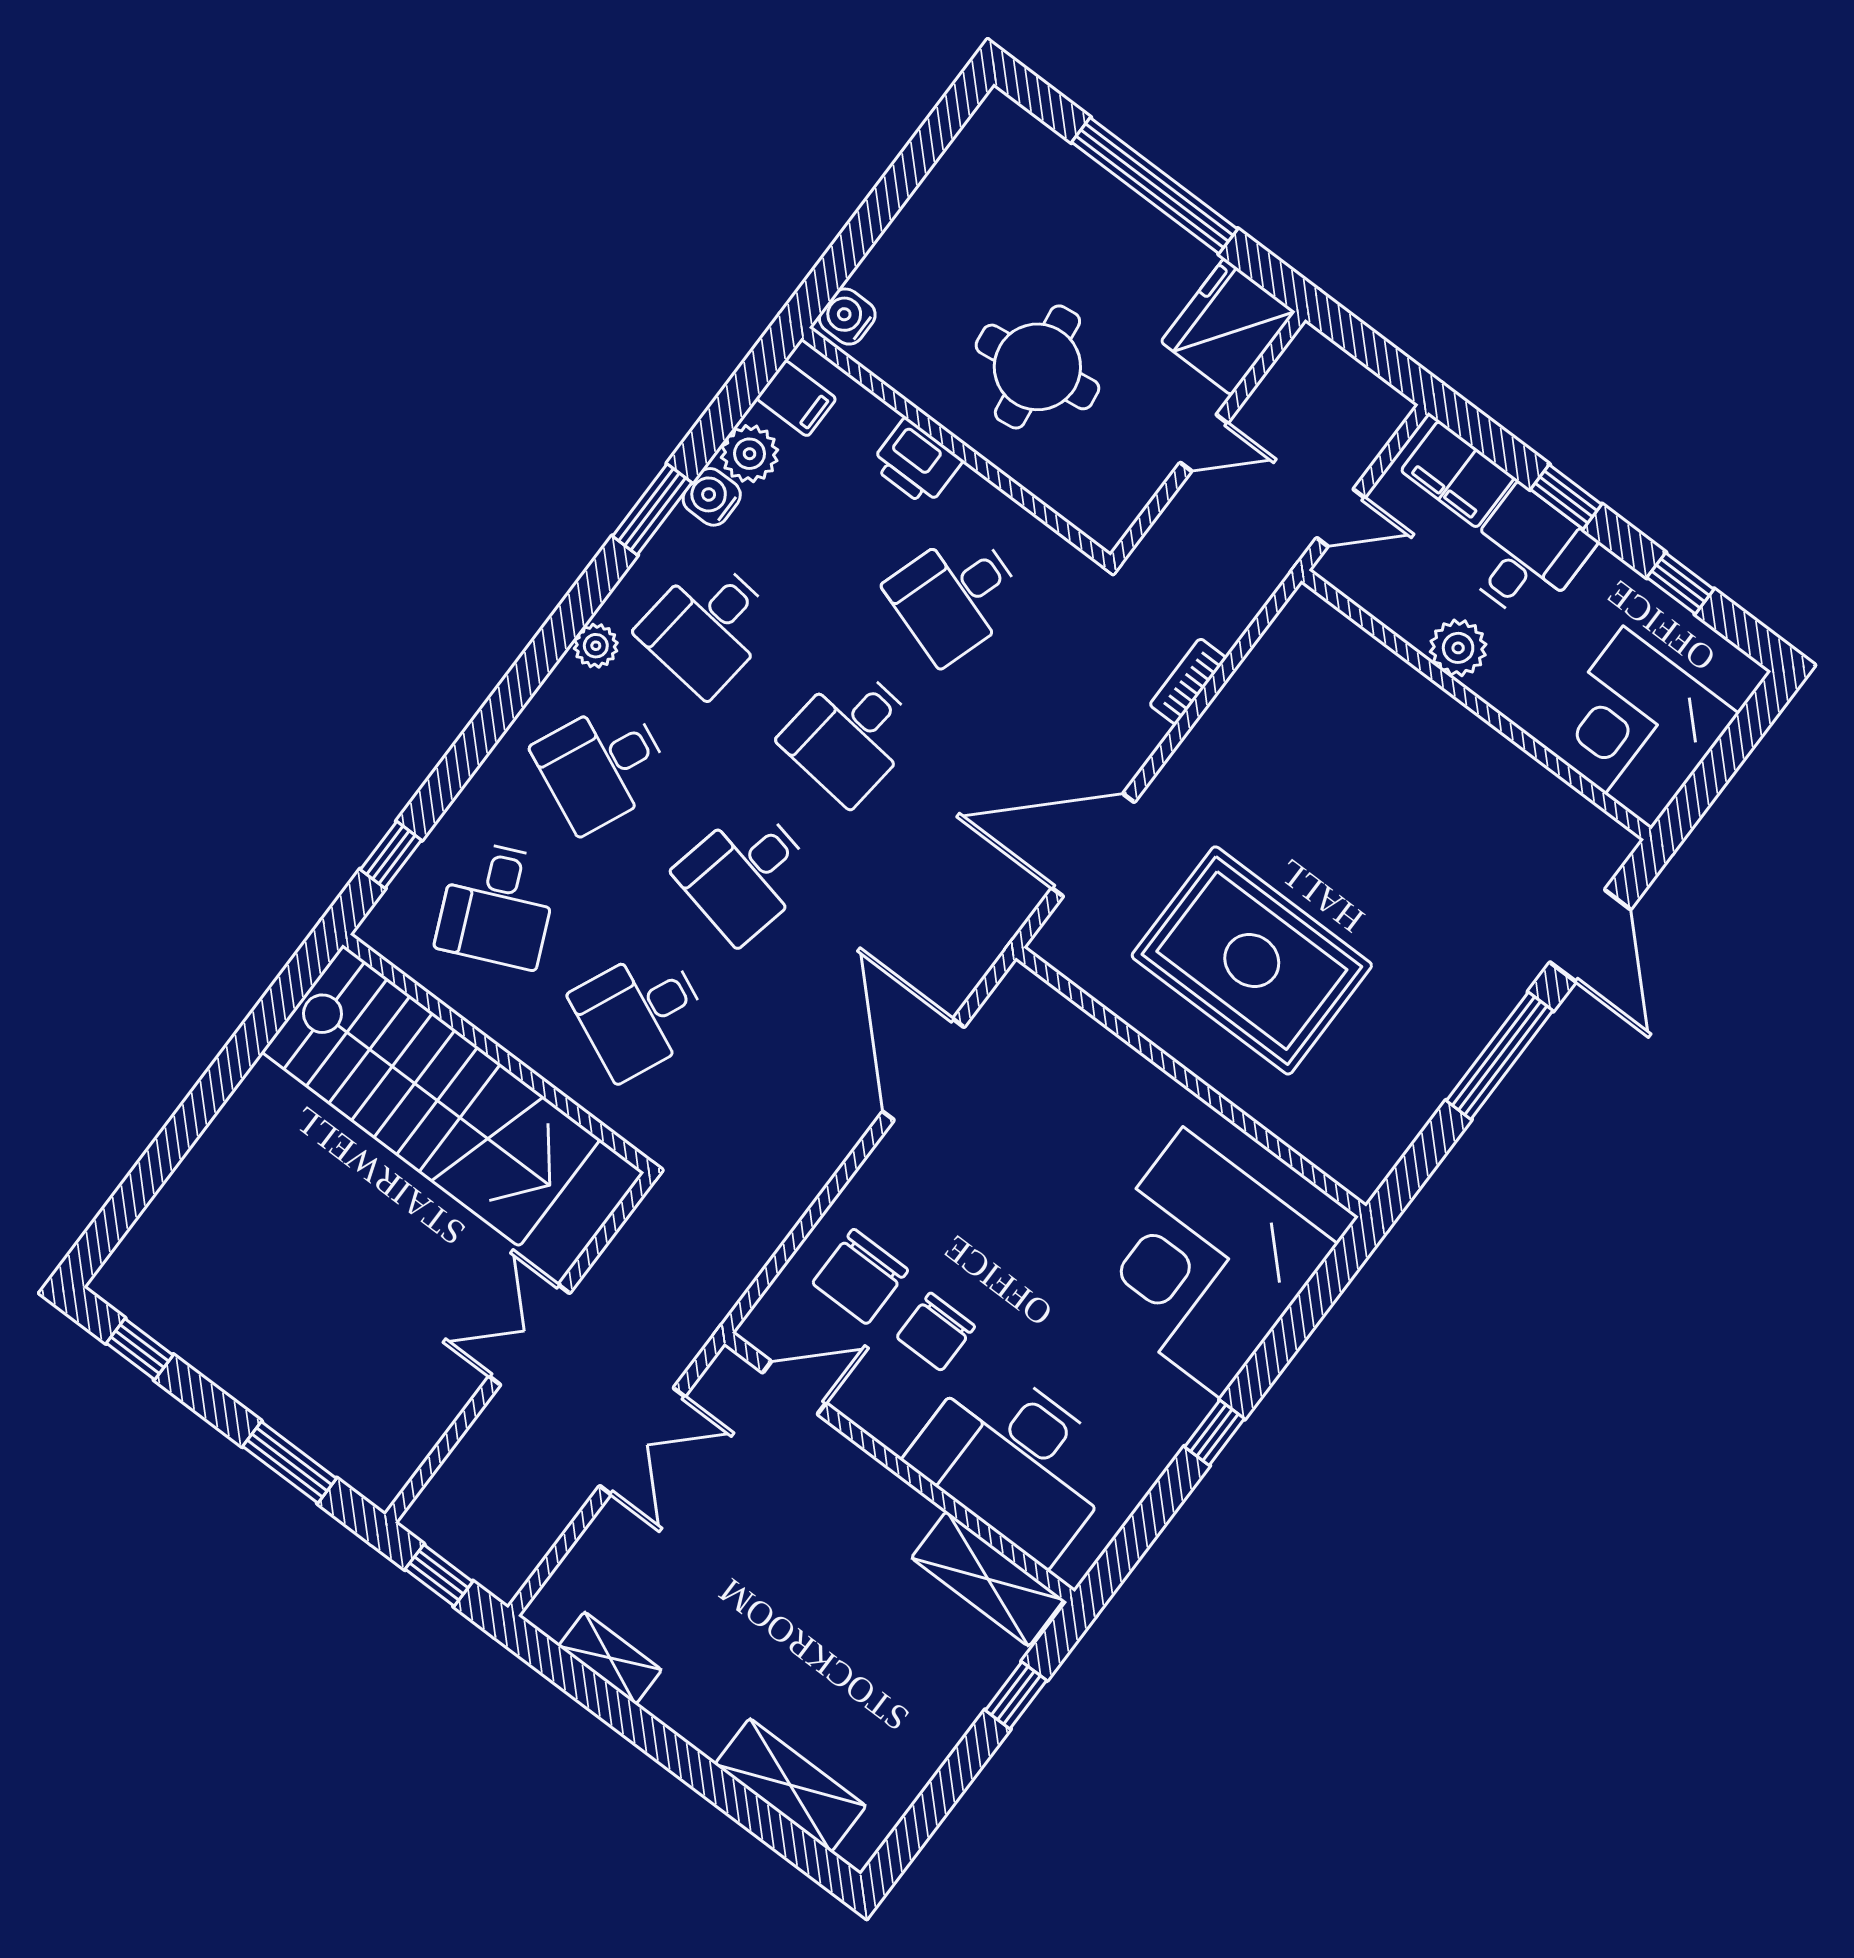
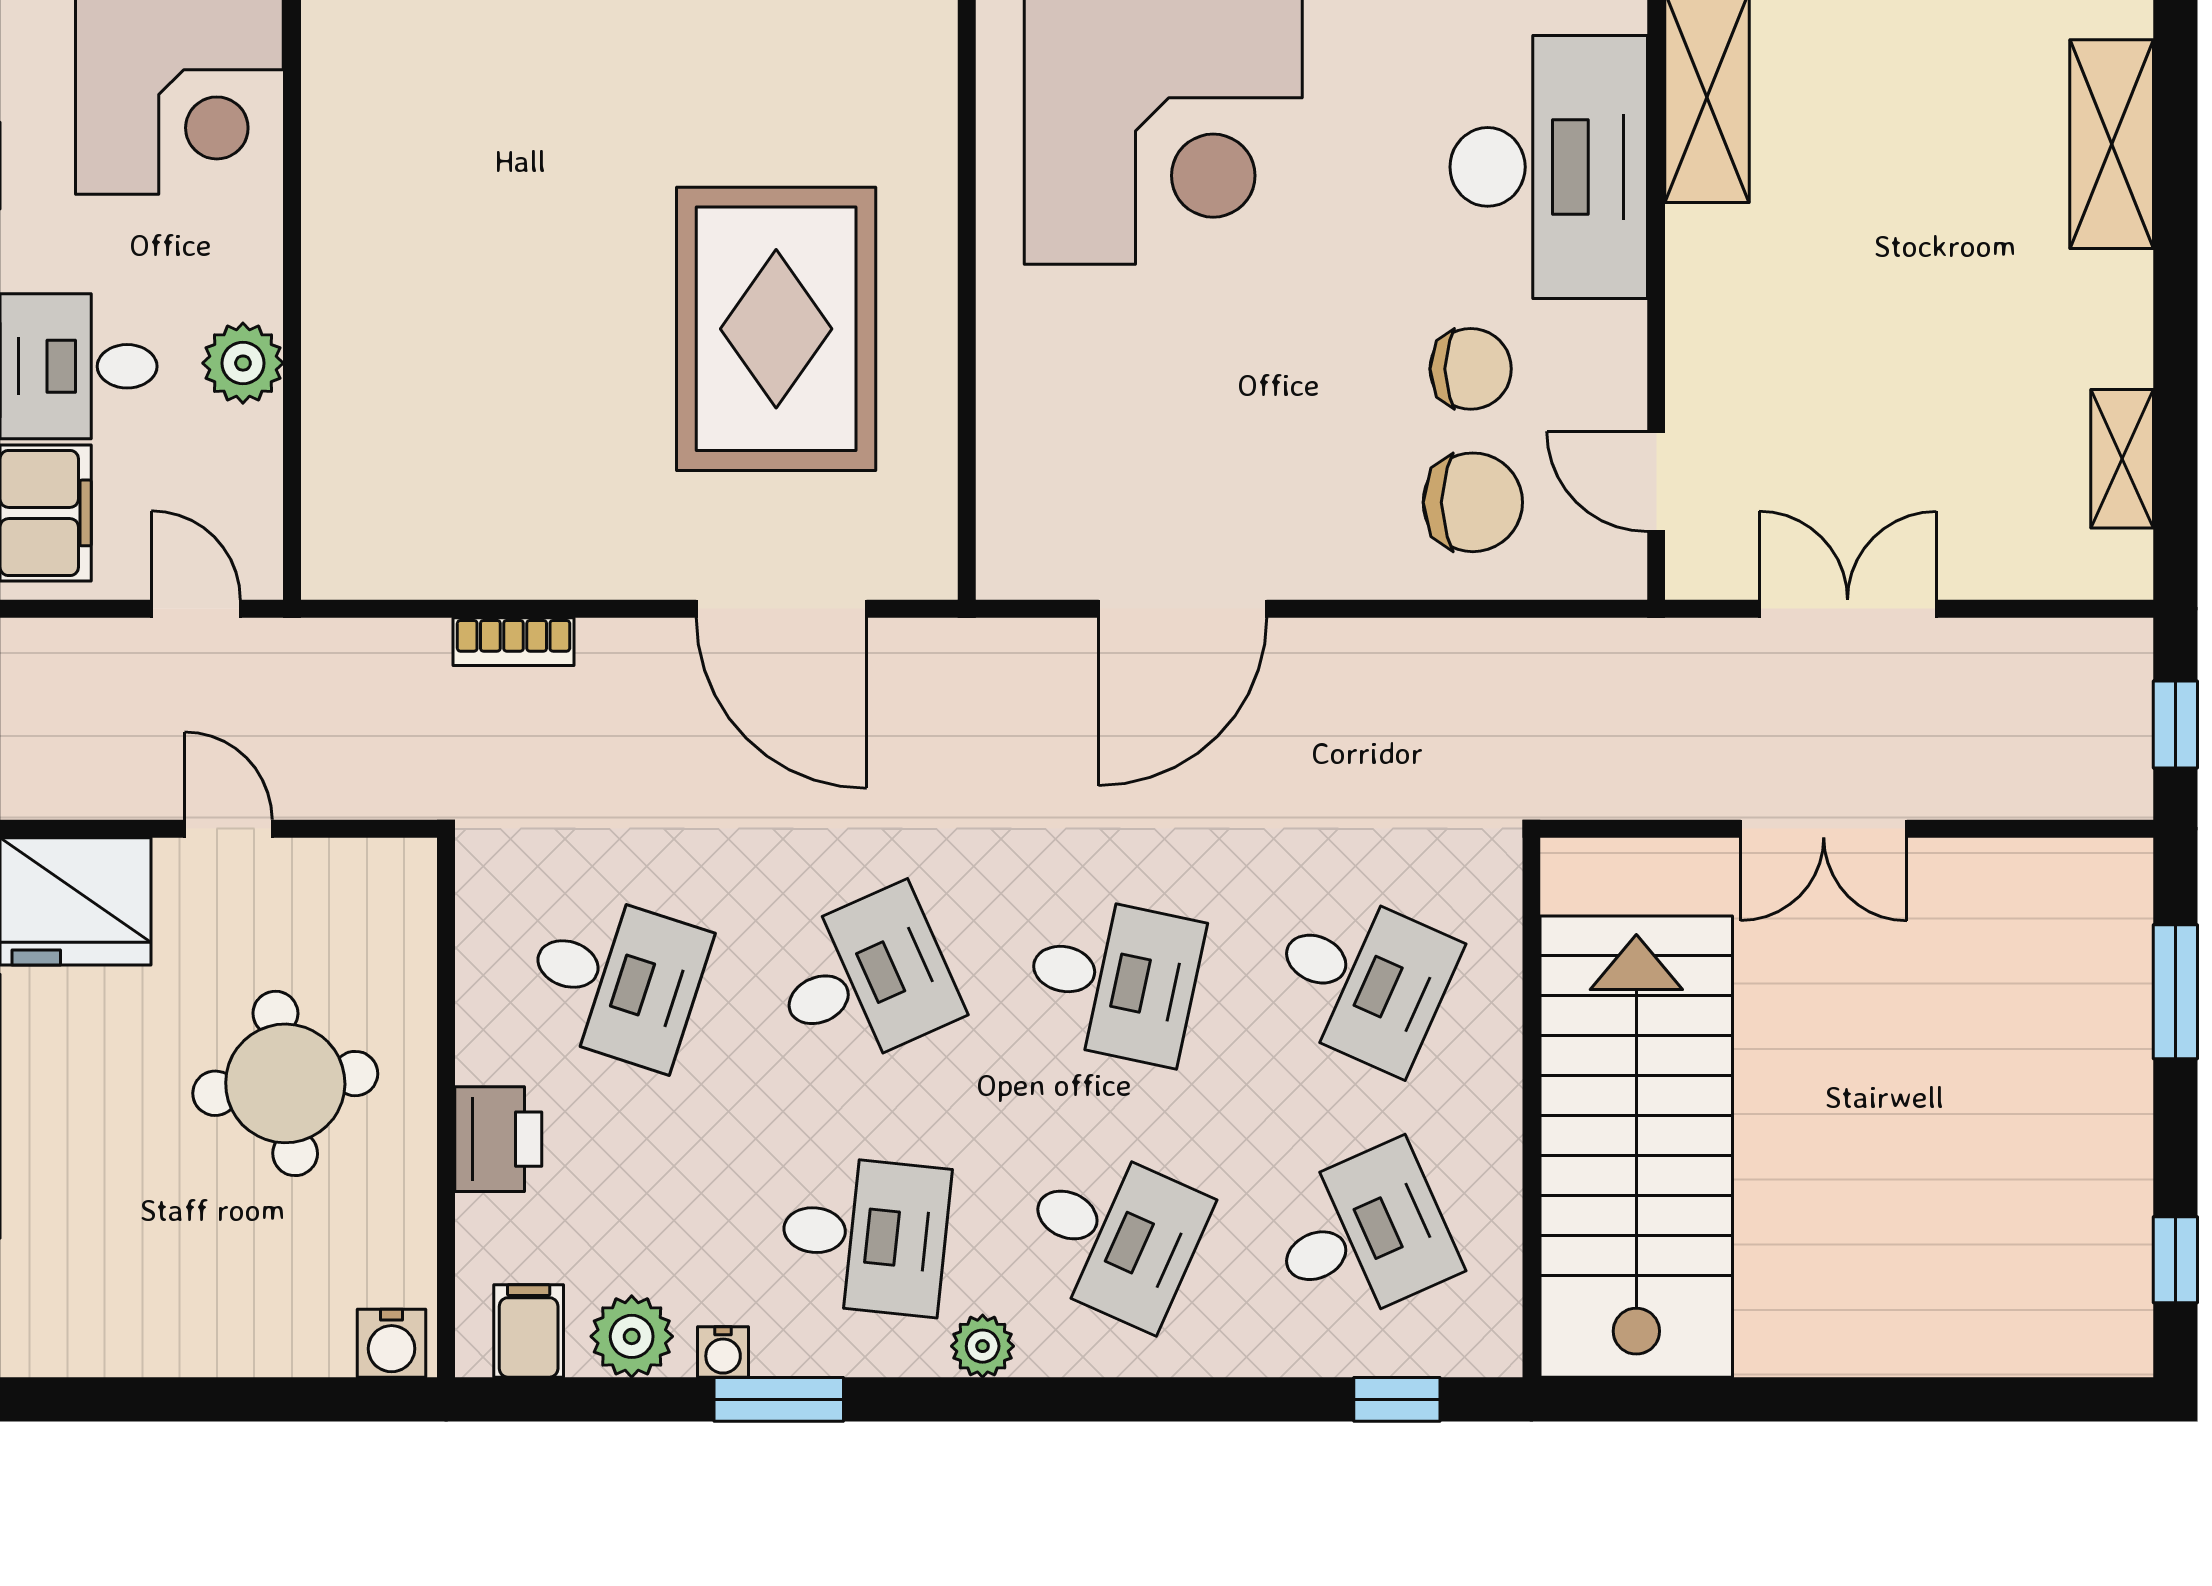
water cooler: (712, 497) -> (723, 1352), width x0.72, depth x0.72
desk: (851, 735) -> (864, 979), turned -30

